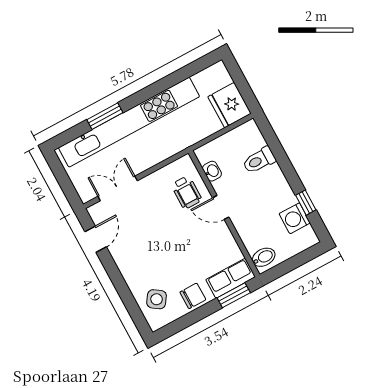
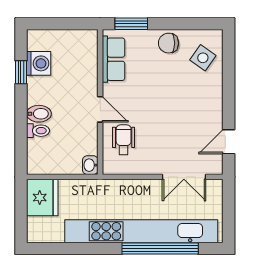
window: (105, 116) -> (160, 248), width x2.11
toilet: (259, 160) -> (38, 131), width x0.73, depth x0.72
washbasin: (212, 171) -> (90, 165), moved
bidet: (264, 257) -> (39, 114), moved, turned 180
row of seats: (231, 278) -> (114, 59), moved, turned -90

